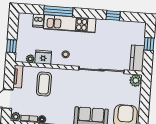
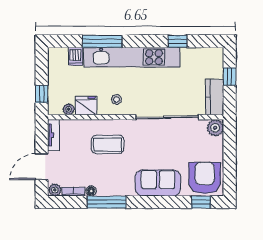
kitchen unit: (70, 24) -> (132, 57), width x1.36
coffee table: (44, 84) -> (108, 144), moved, turned 90

